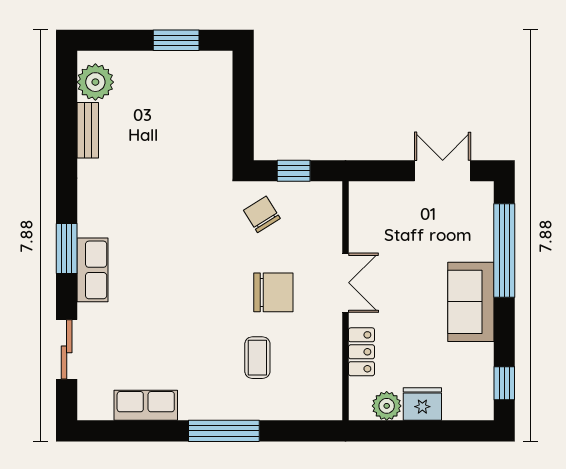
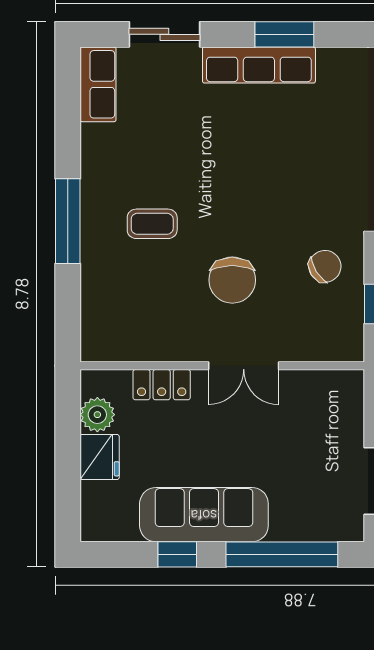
row of seats: (92, 270) -> (259, 65), width x1.48
sofa: (471, 302) -> (204, 515), width x1.36
coffee table: (257, 358) -> (152, 224), moved
window: (504, 383) -> (177, 554), moved
row of seats: (146, 405) -> (98, 84), moved

